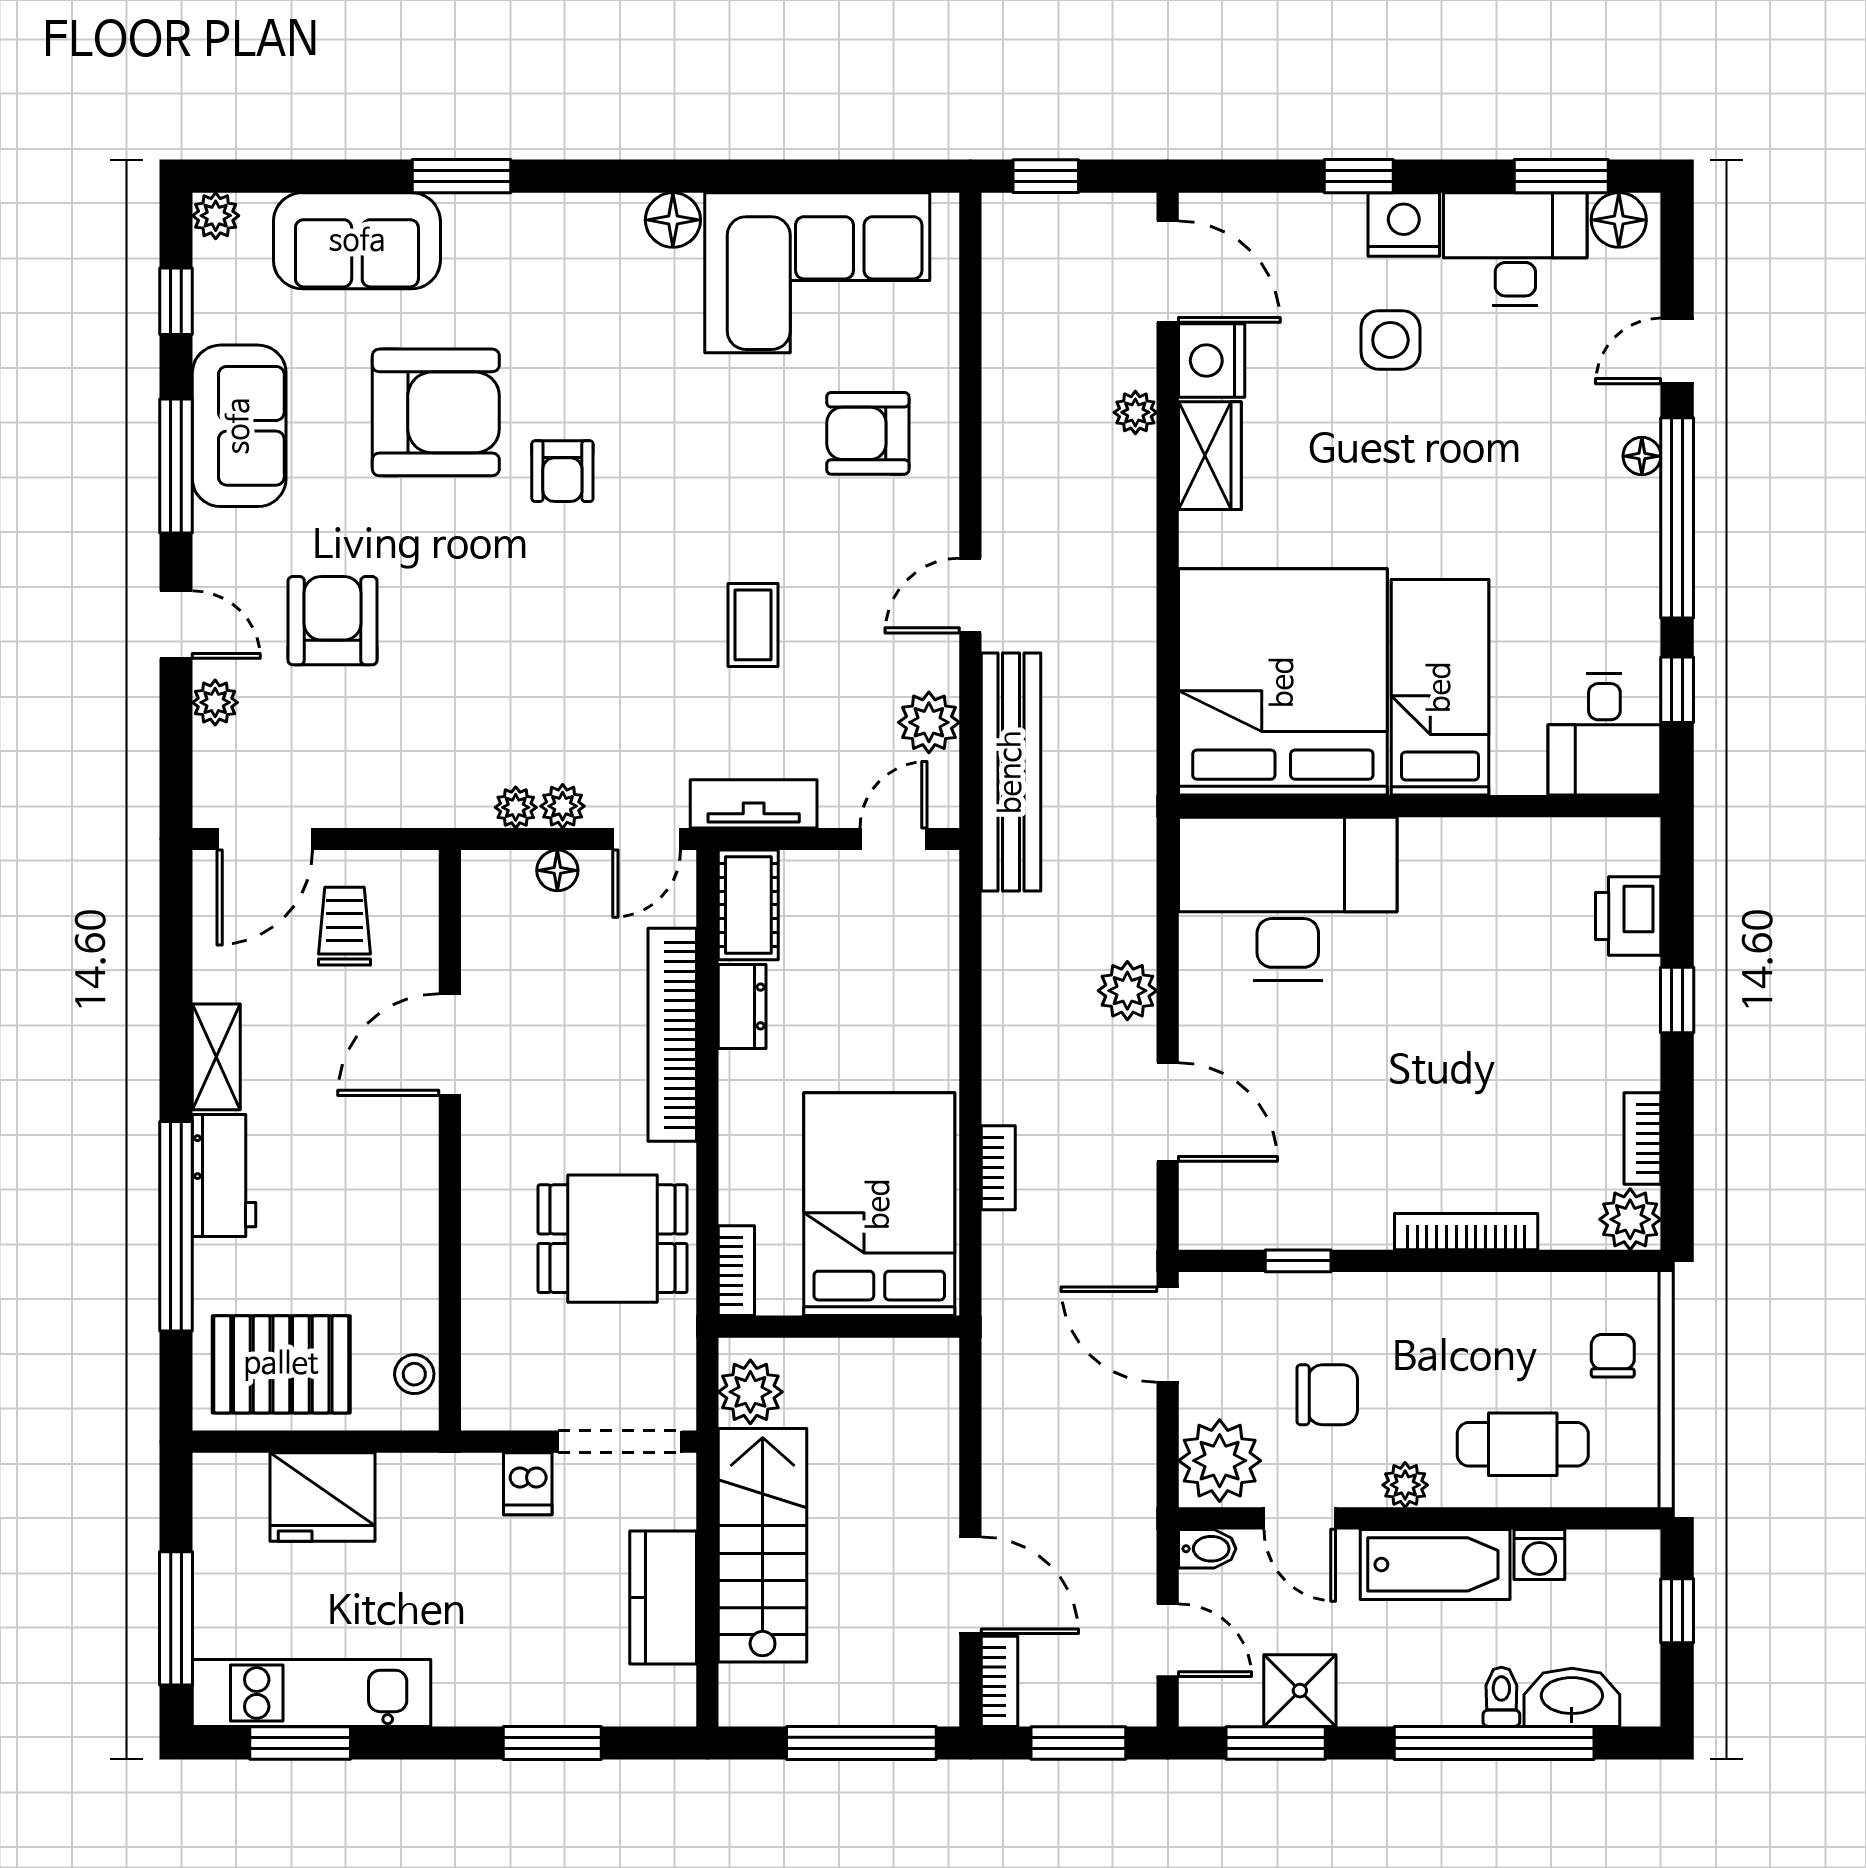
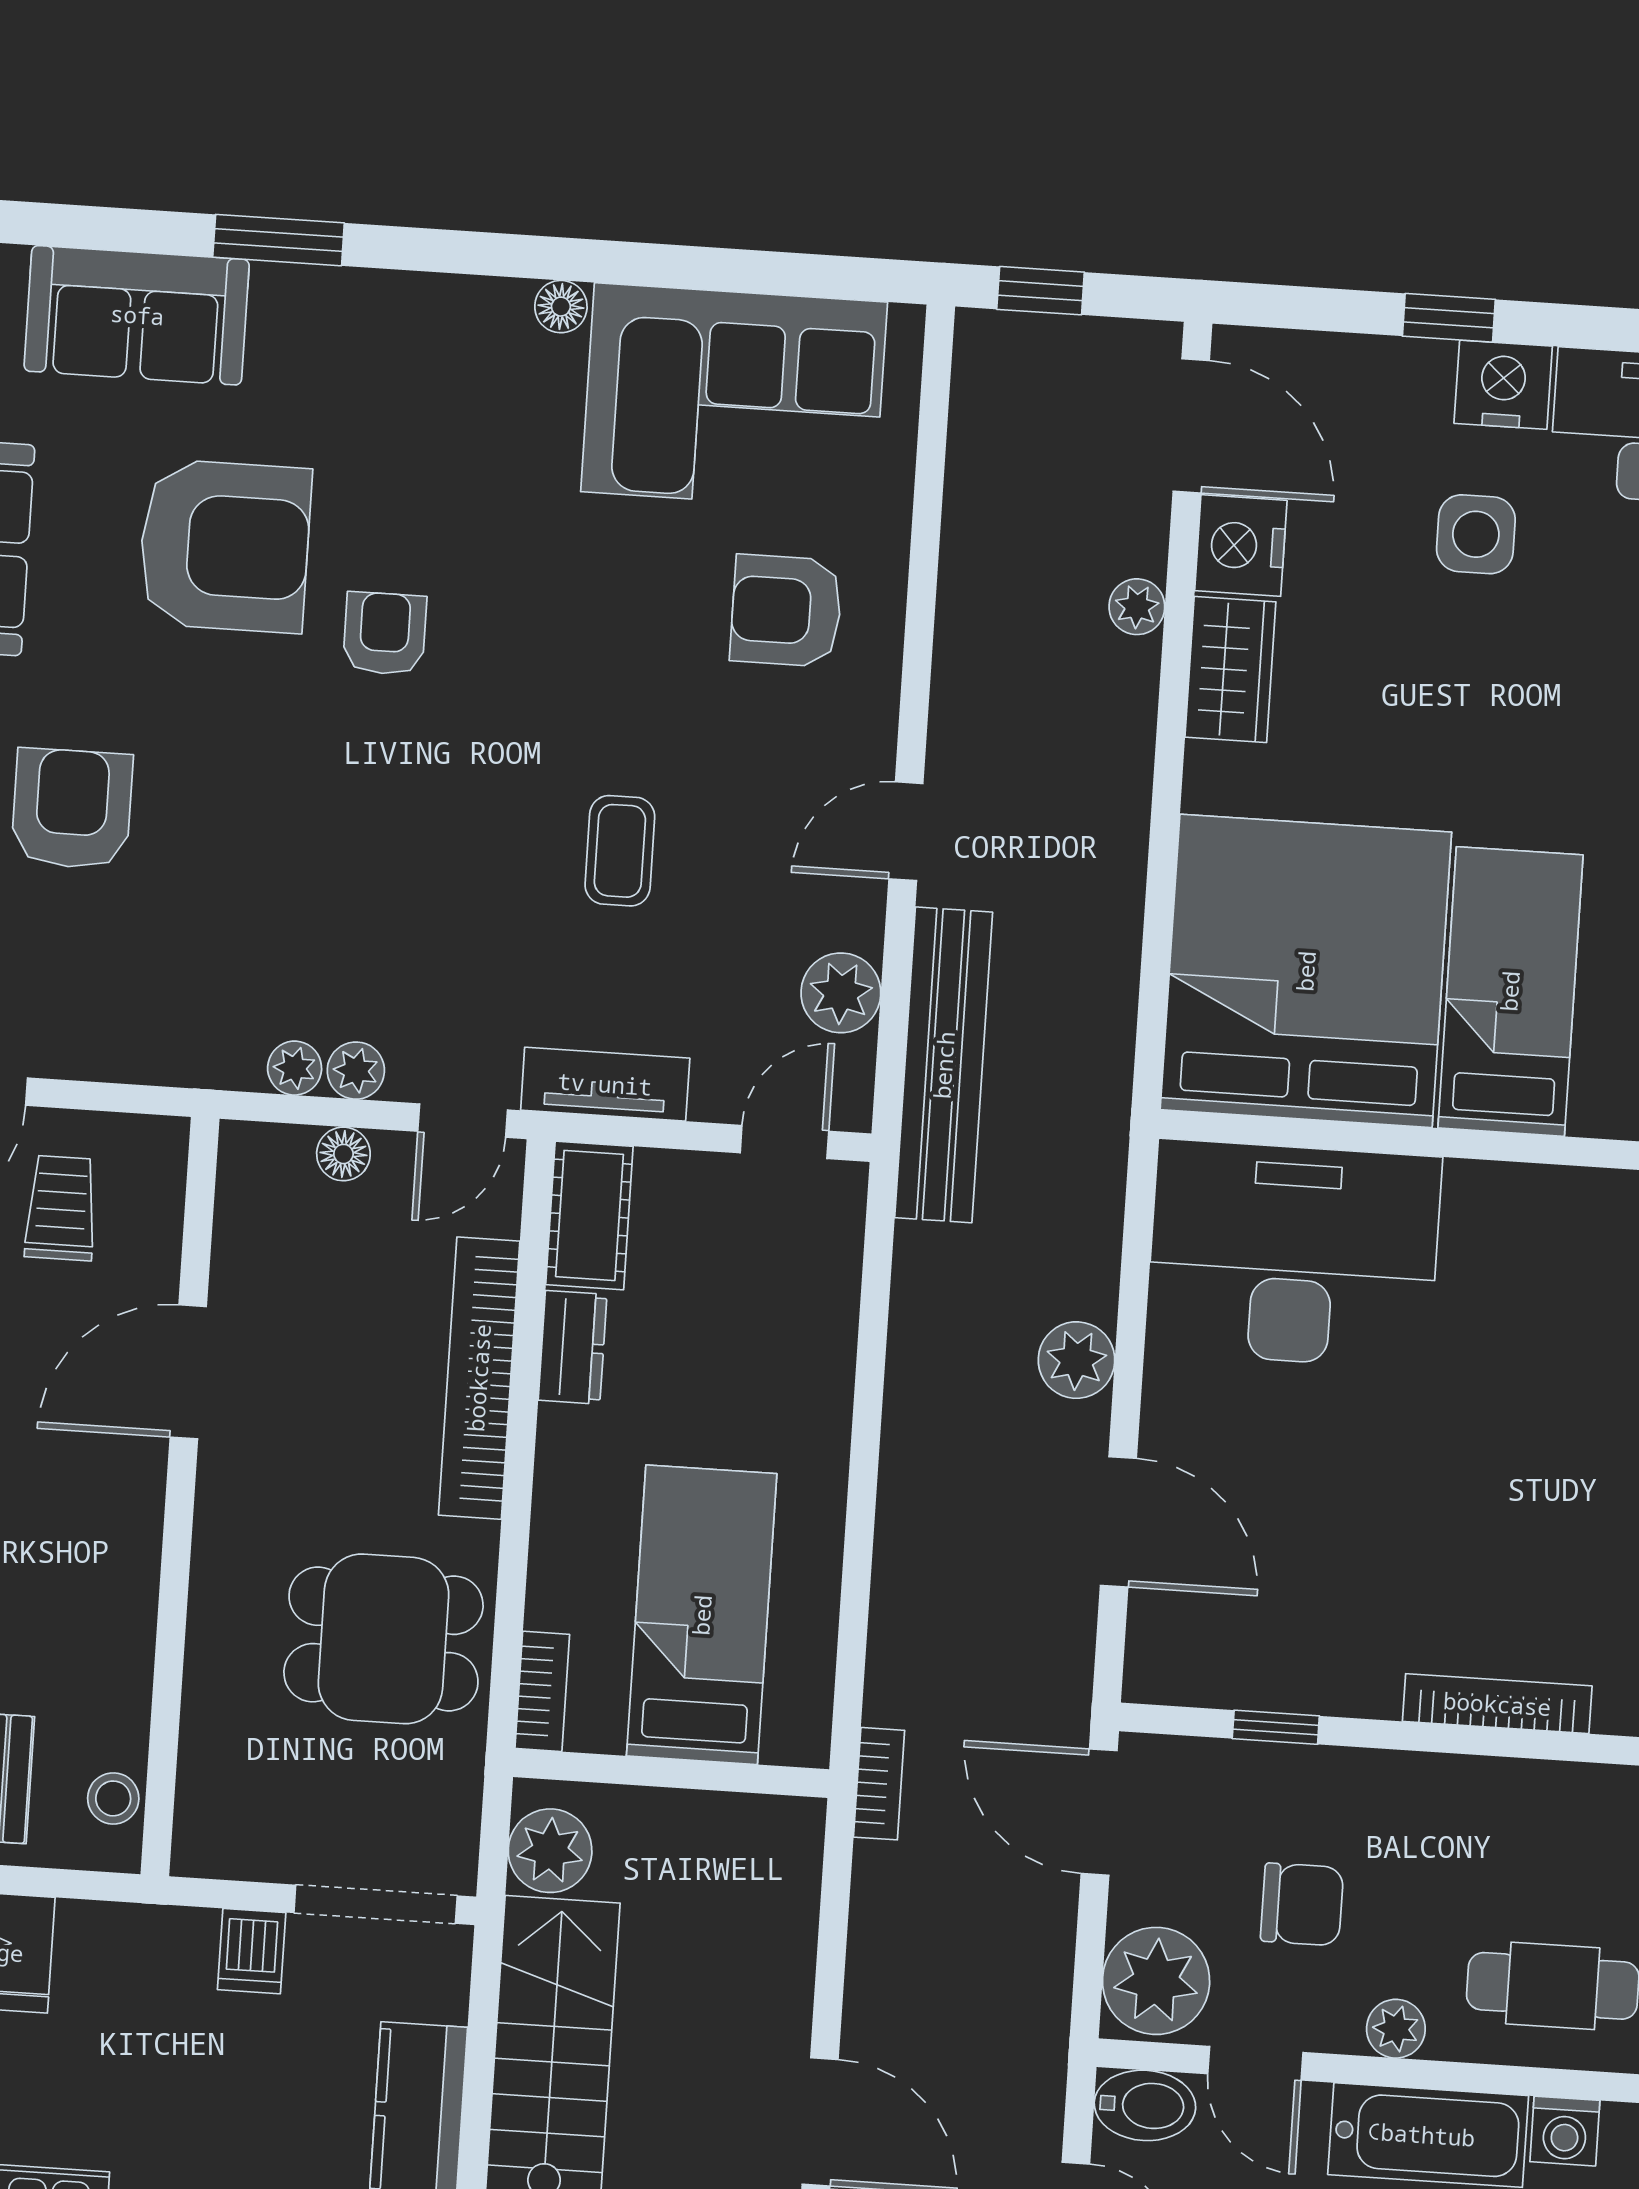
floor lamp: (673, 220) -> (561, 307), width x0.73, depth x0.73
armchair: (562, 471) -> (385, 634), turned 180
bookcase: (998, 1168) -> (879, 1784), moved
bed: (879, 1204) -> (702, 1615), width x0.67
bidet: (1207, 1549) -> (1145, 2105), width x1.38, depth x1.36

